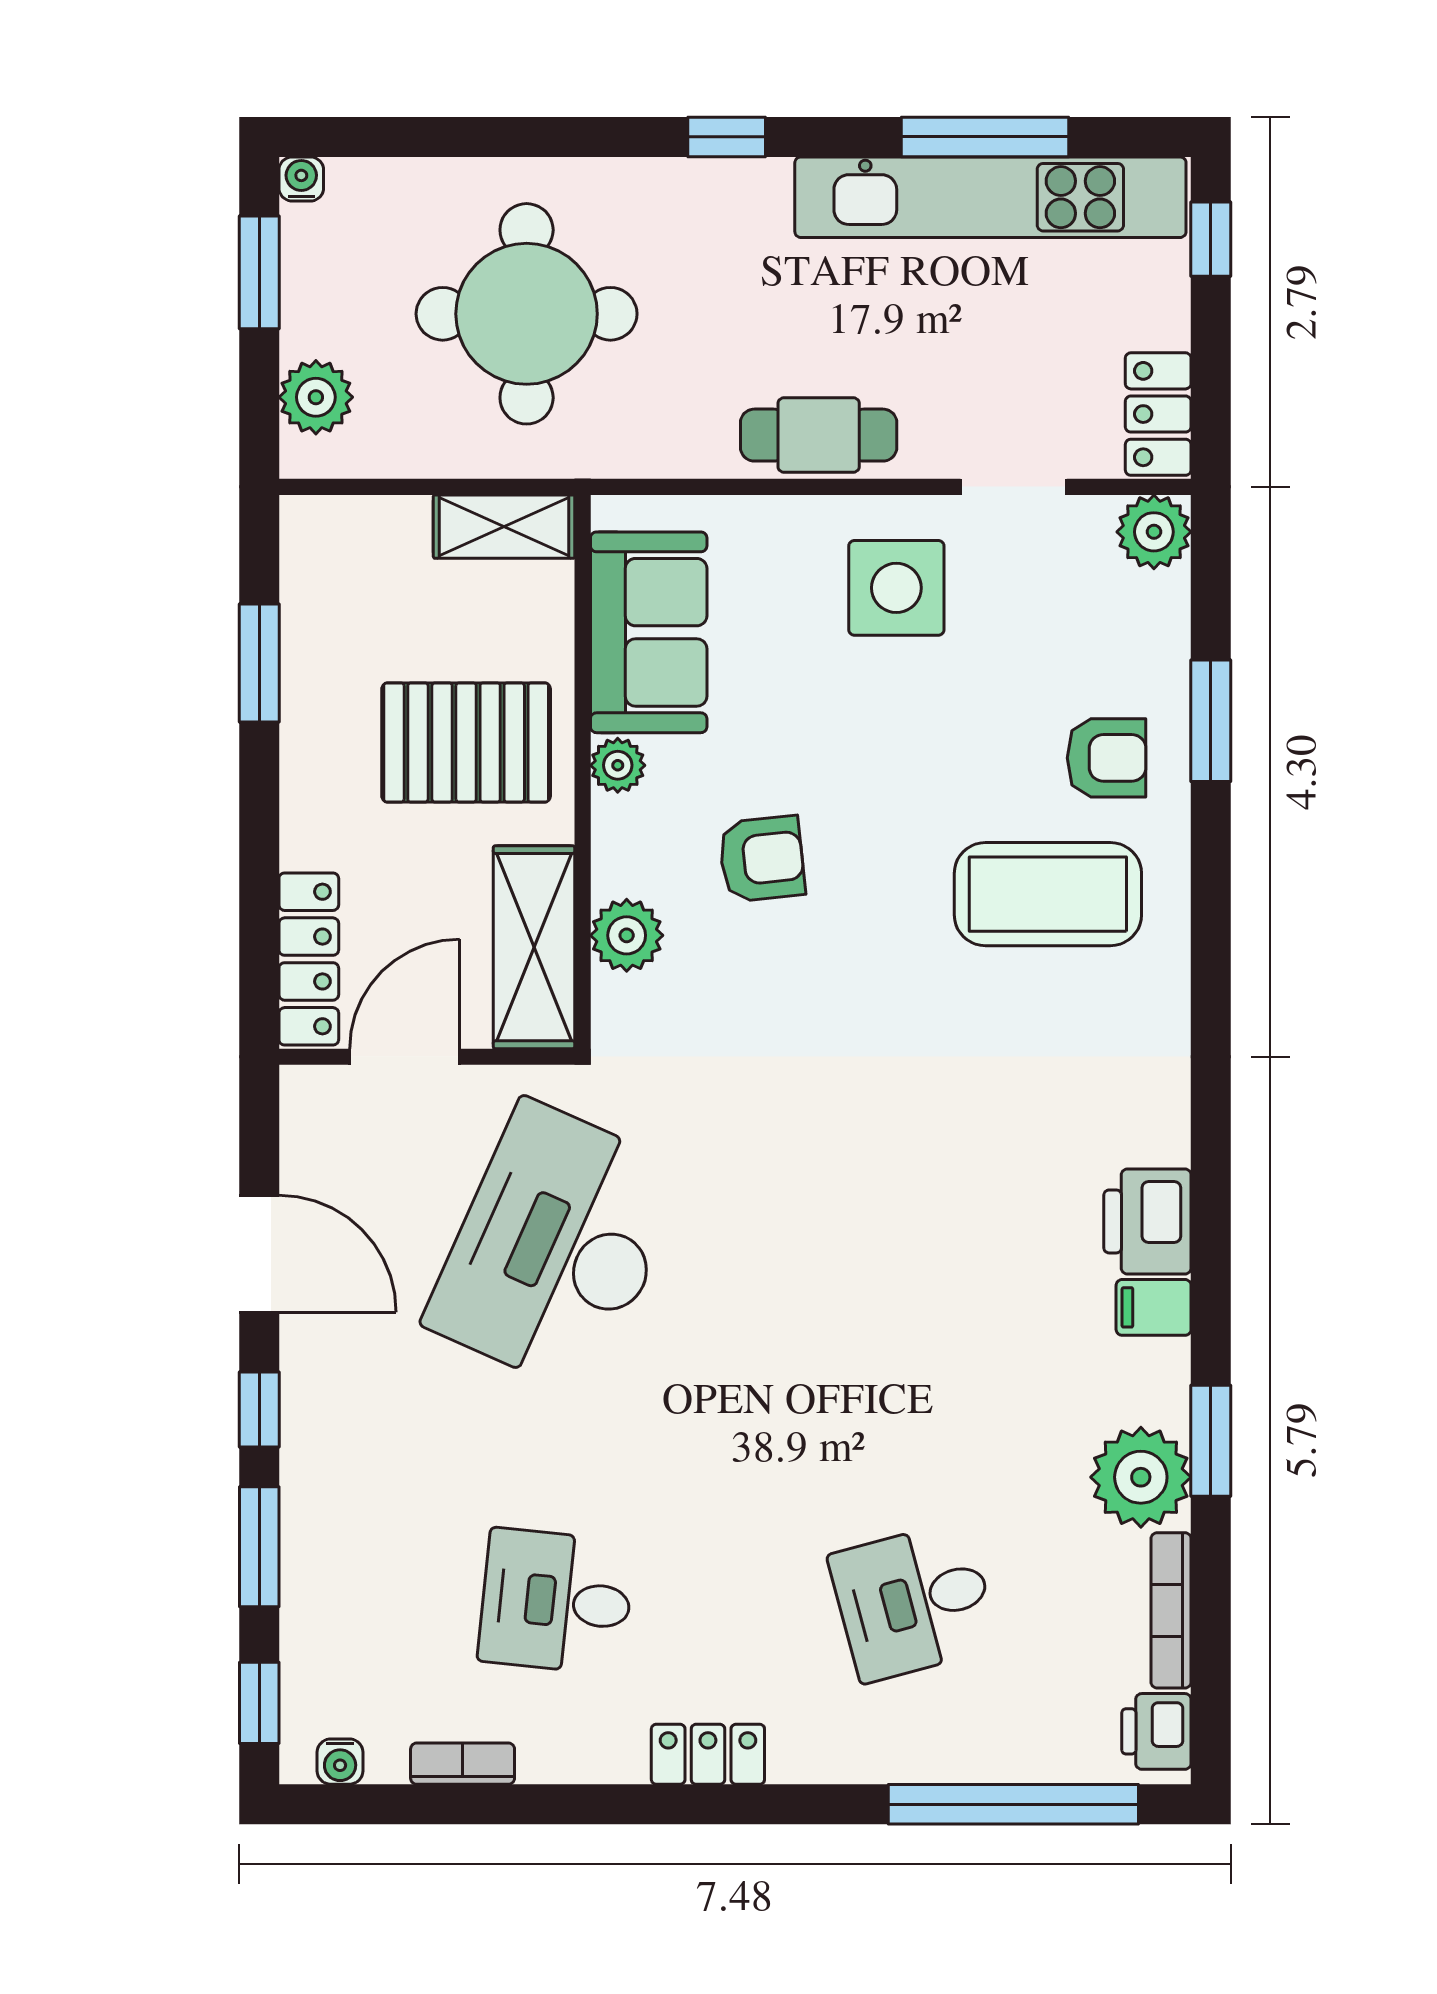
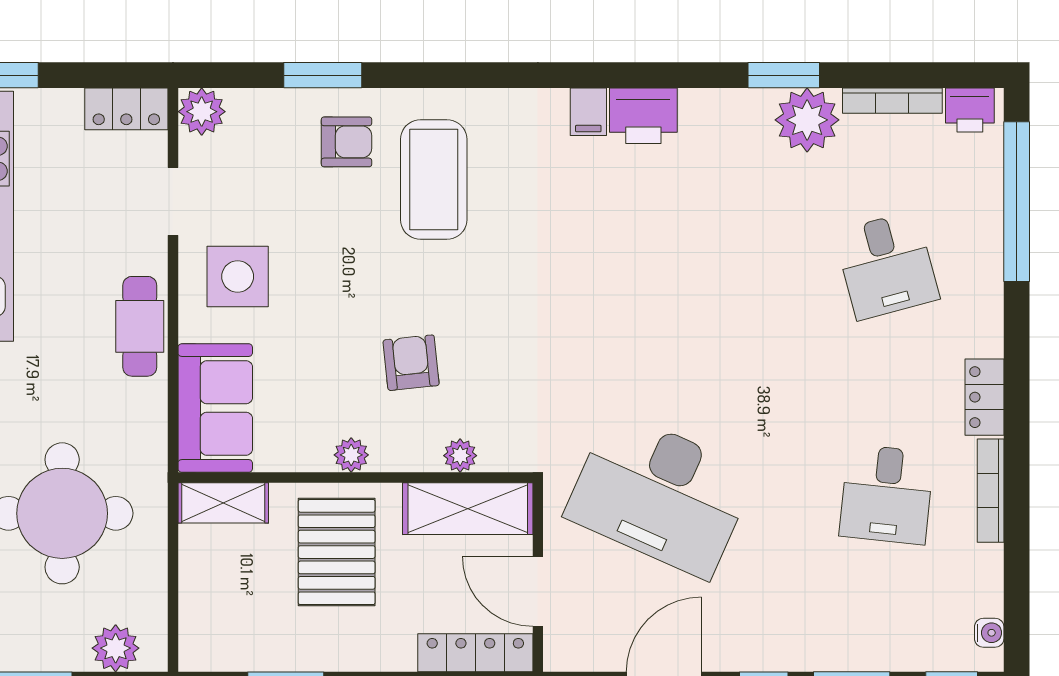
shelving: (504, 527) -> (223, 503), moved, turned 90
sofa: (649, 632) -> (215, 408), moved, turned 90
armchair: (1107, 758) -> (346, 142), turned 90
plant: (627, 935) -> (460, 456), width x0.73, depth x0.73
filing cabinet: (1154, 1307) -> (588, 112), moved
bookcase: (463, 1764) -> (991, 491), moved, width x1.56

